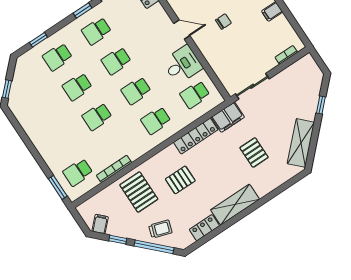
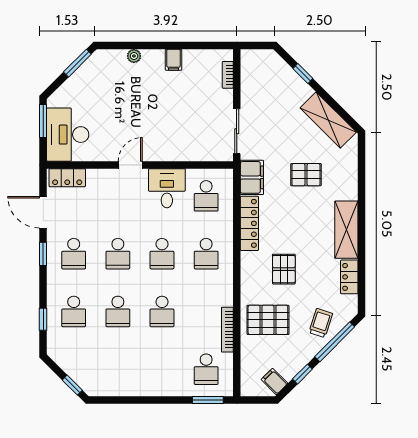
chair: (223, 22) -> (151, 117), removed

